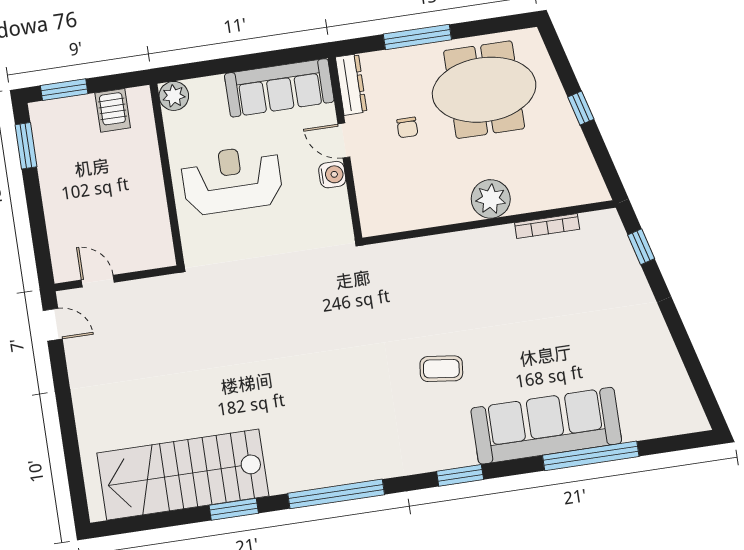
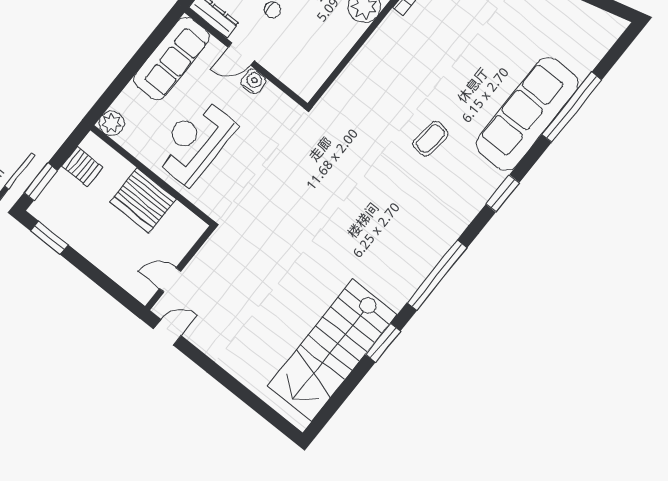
server rack: (139, 189) -> (143, 201), added

